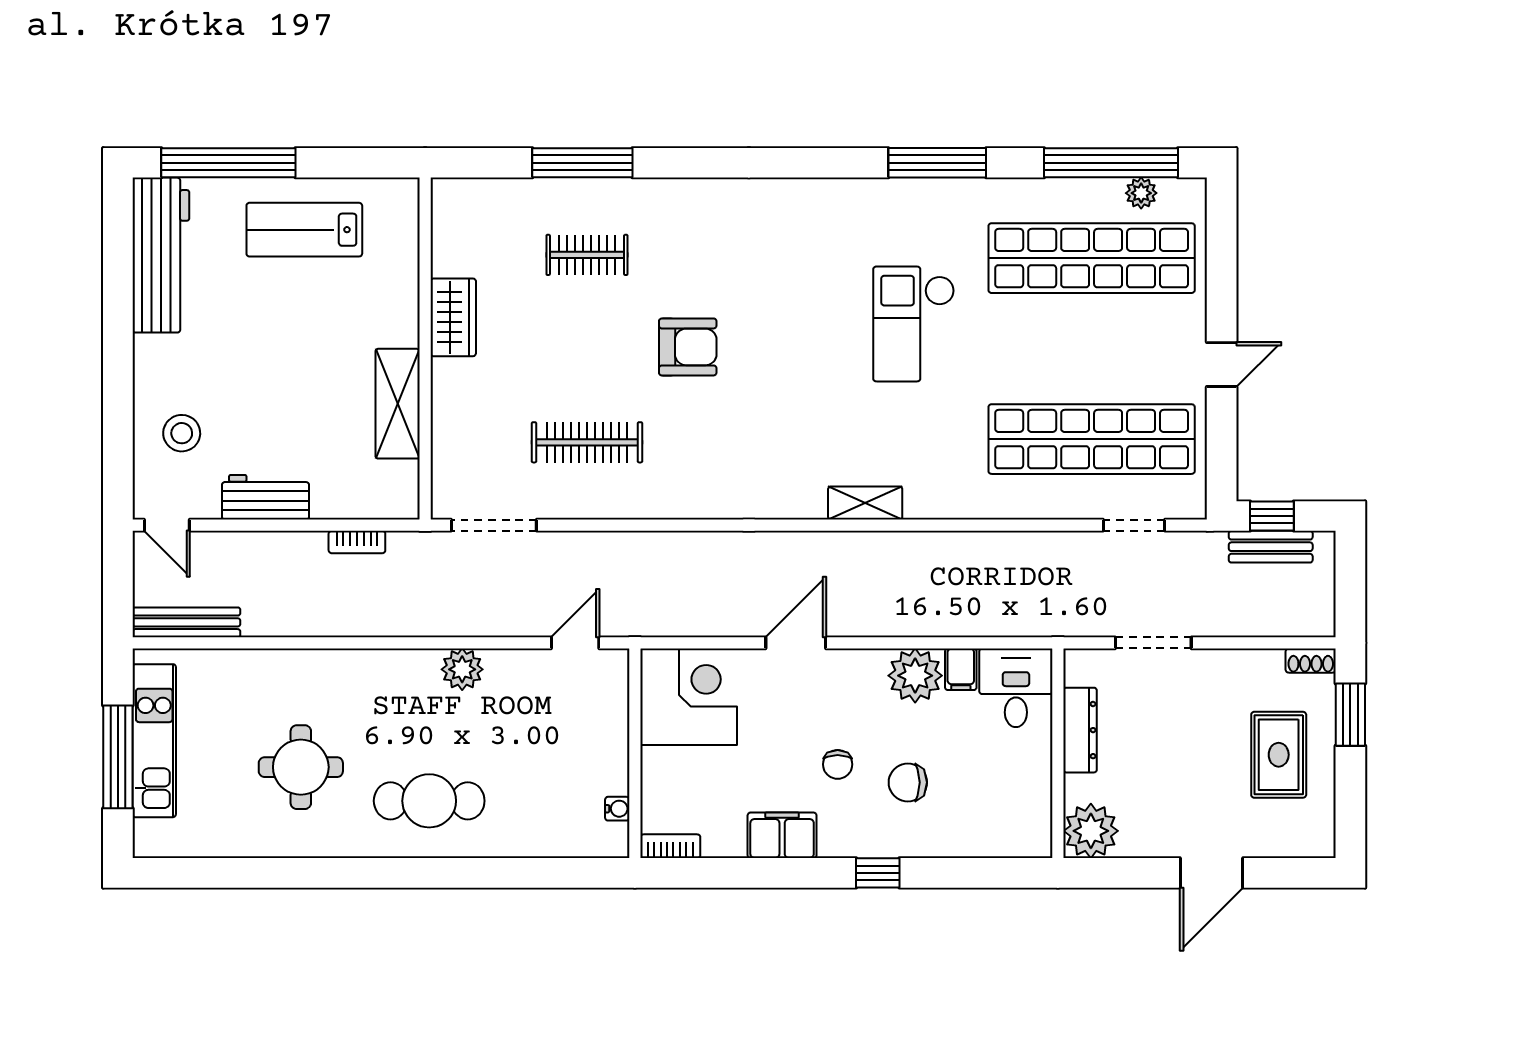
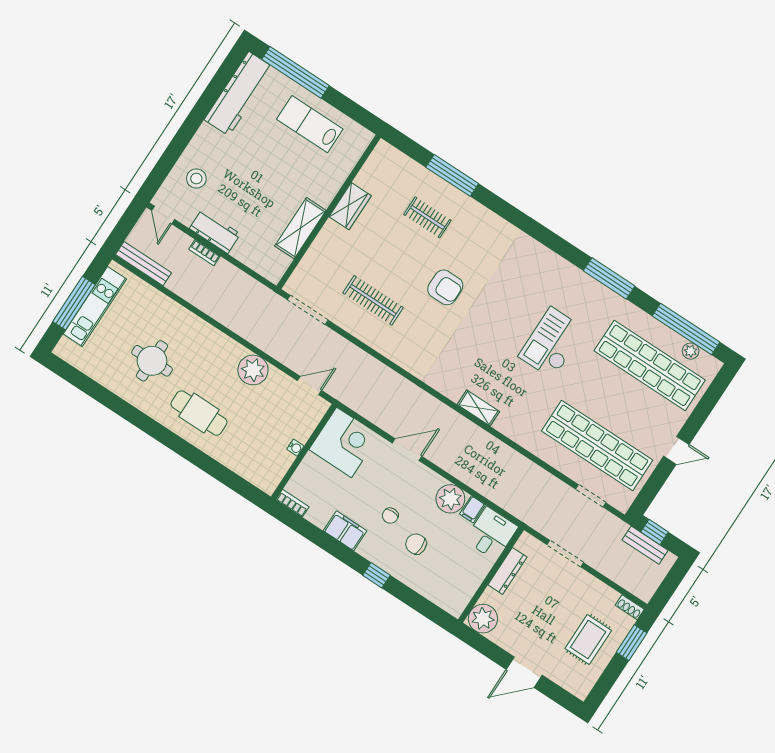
bookcase: (357, 542) -> (204, 253), moved
plant: (462, 669) -> (253, 370), width x1.36, depth x1.36
water cooler: (617, 809) -> (295, 448), moved

